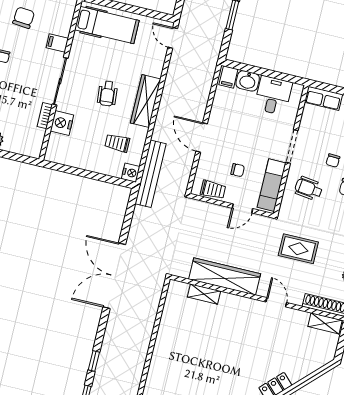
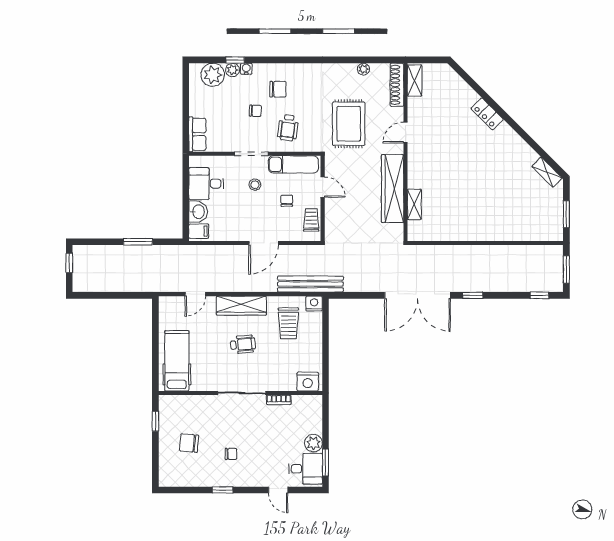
door: (173, 38) -> (195, 294), moved
filing cabinet: (57, 43) -> (206, 405), removed
nightstand: (62, 123) -> (308, 382), moved
trolley: (117, 143) -> (288, 323), width x1.36, depth x1.39
stool: (261, 143) -> (255, 185), added
rug: (298, 249) -> (349, 124), width x1.36, depth x1.43
window: (94, 361) -> (473, 295), moved

